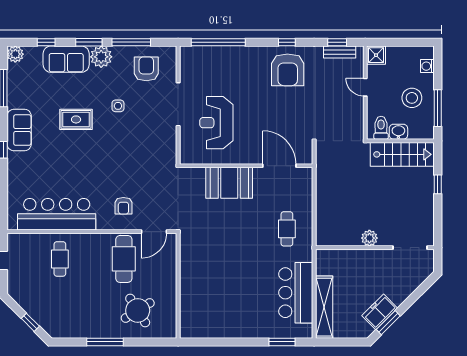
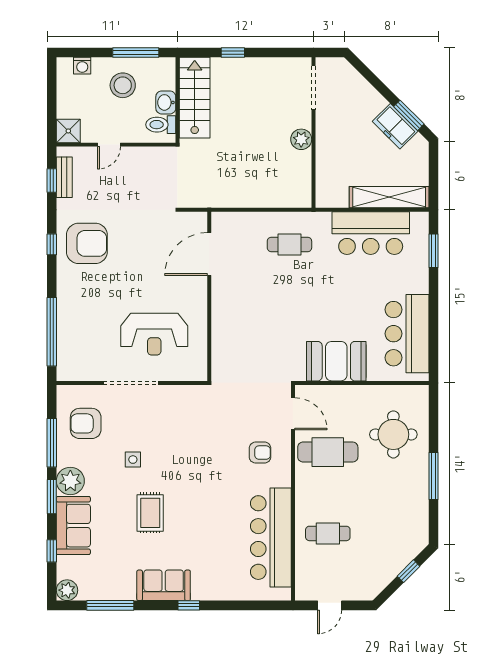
booth: (229, 183) -> (336, 361), moved, turned 90
round table: (138, 310) -> (393, 434), turned 32
bar counter: (217, 321) -> (407, 334), added

